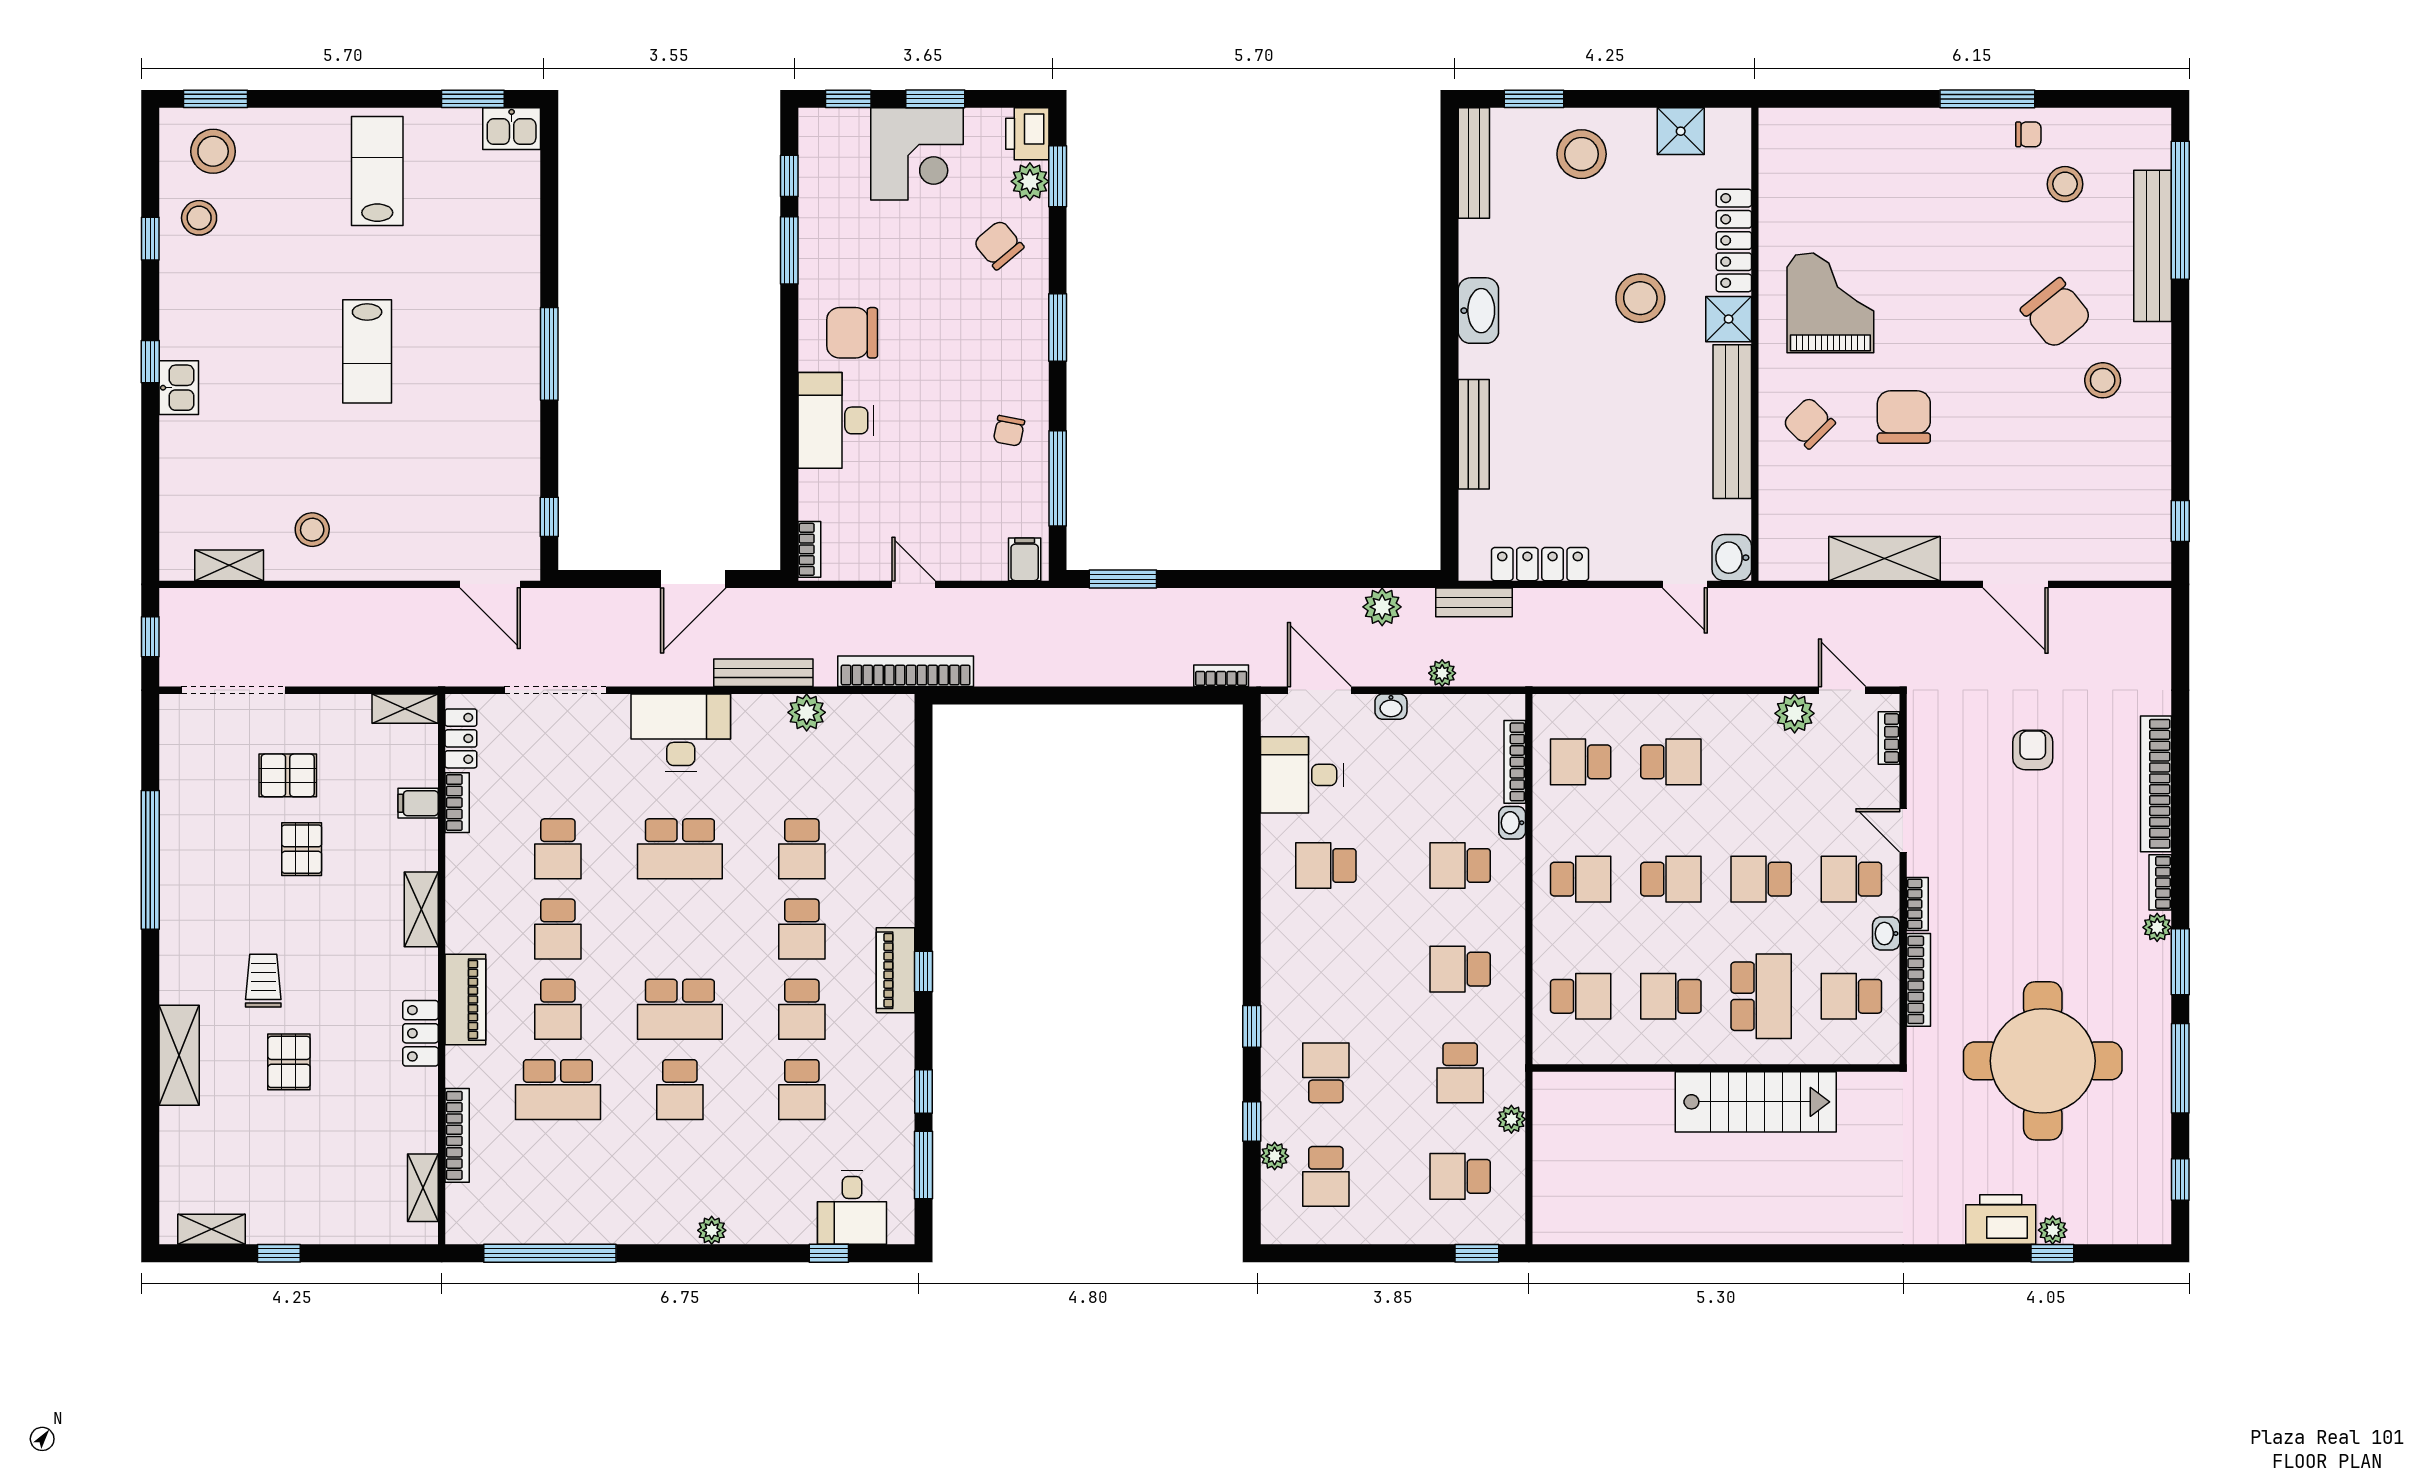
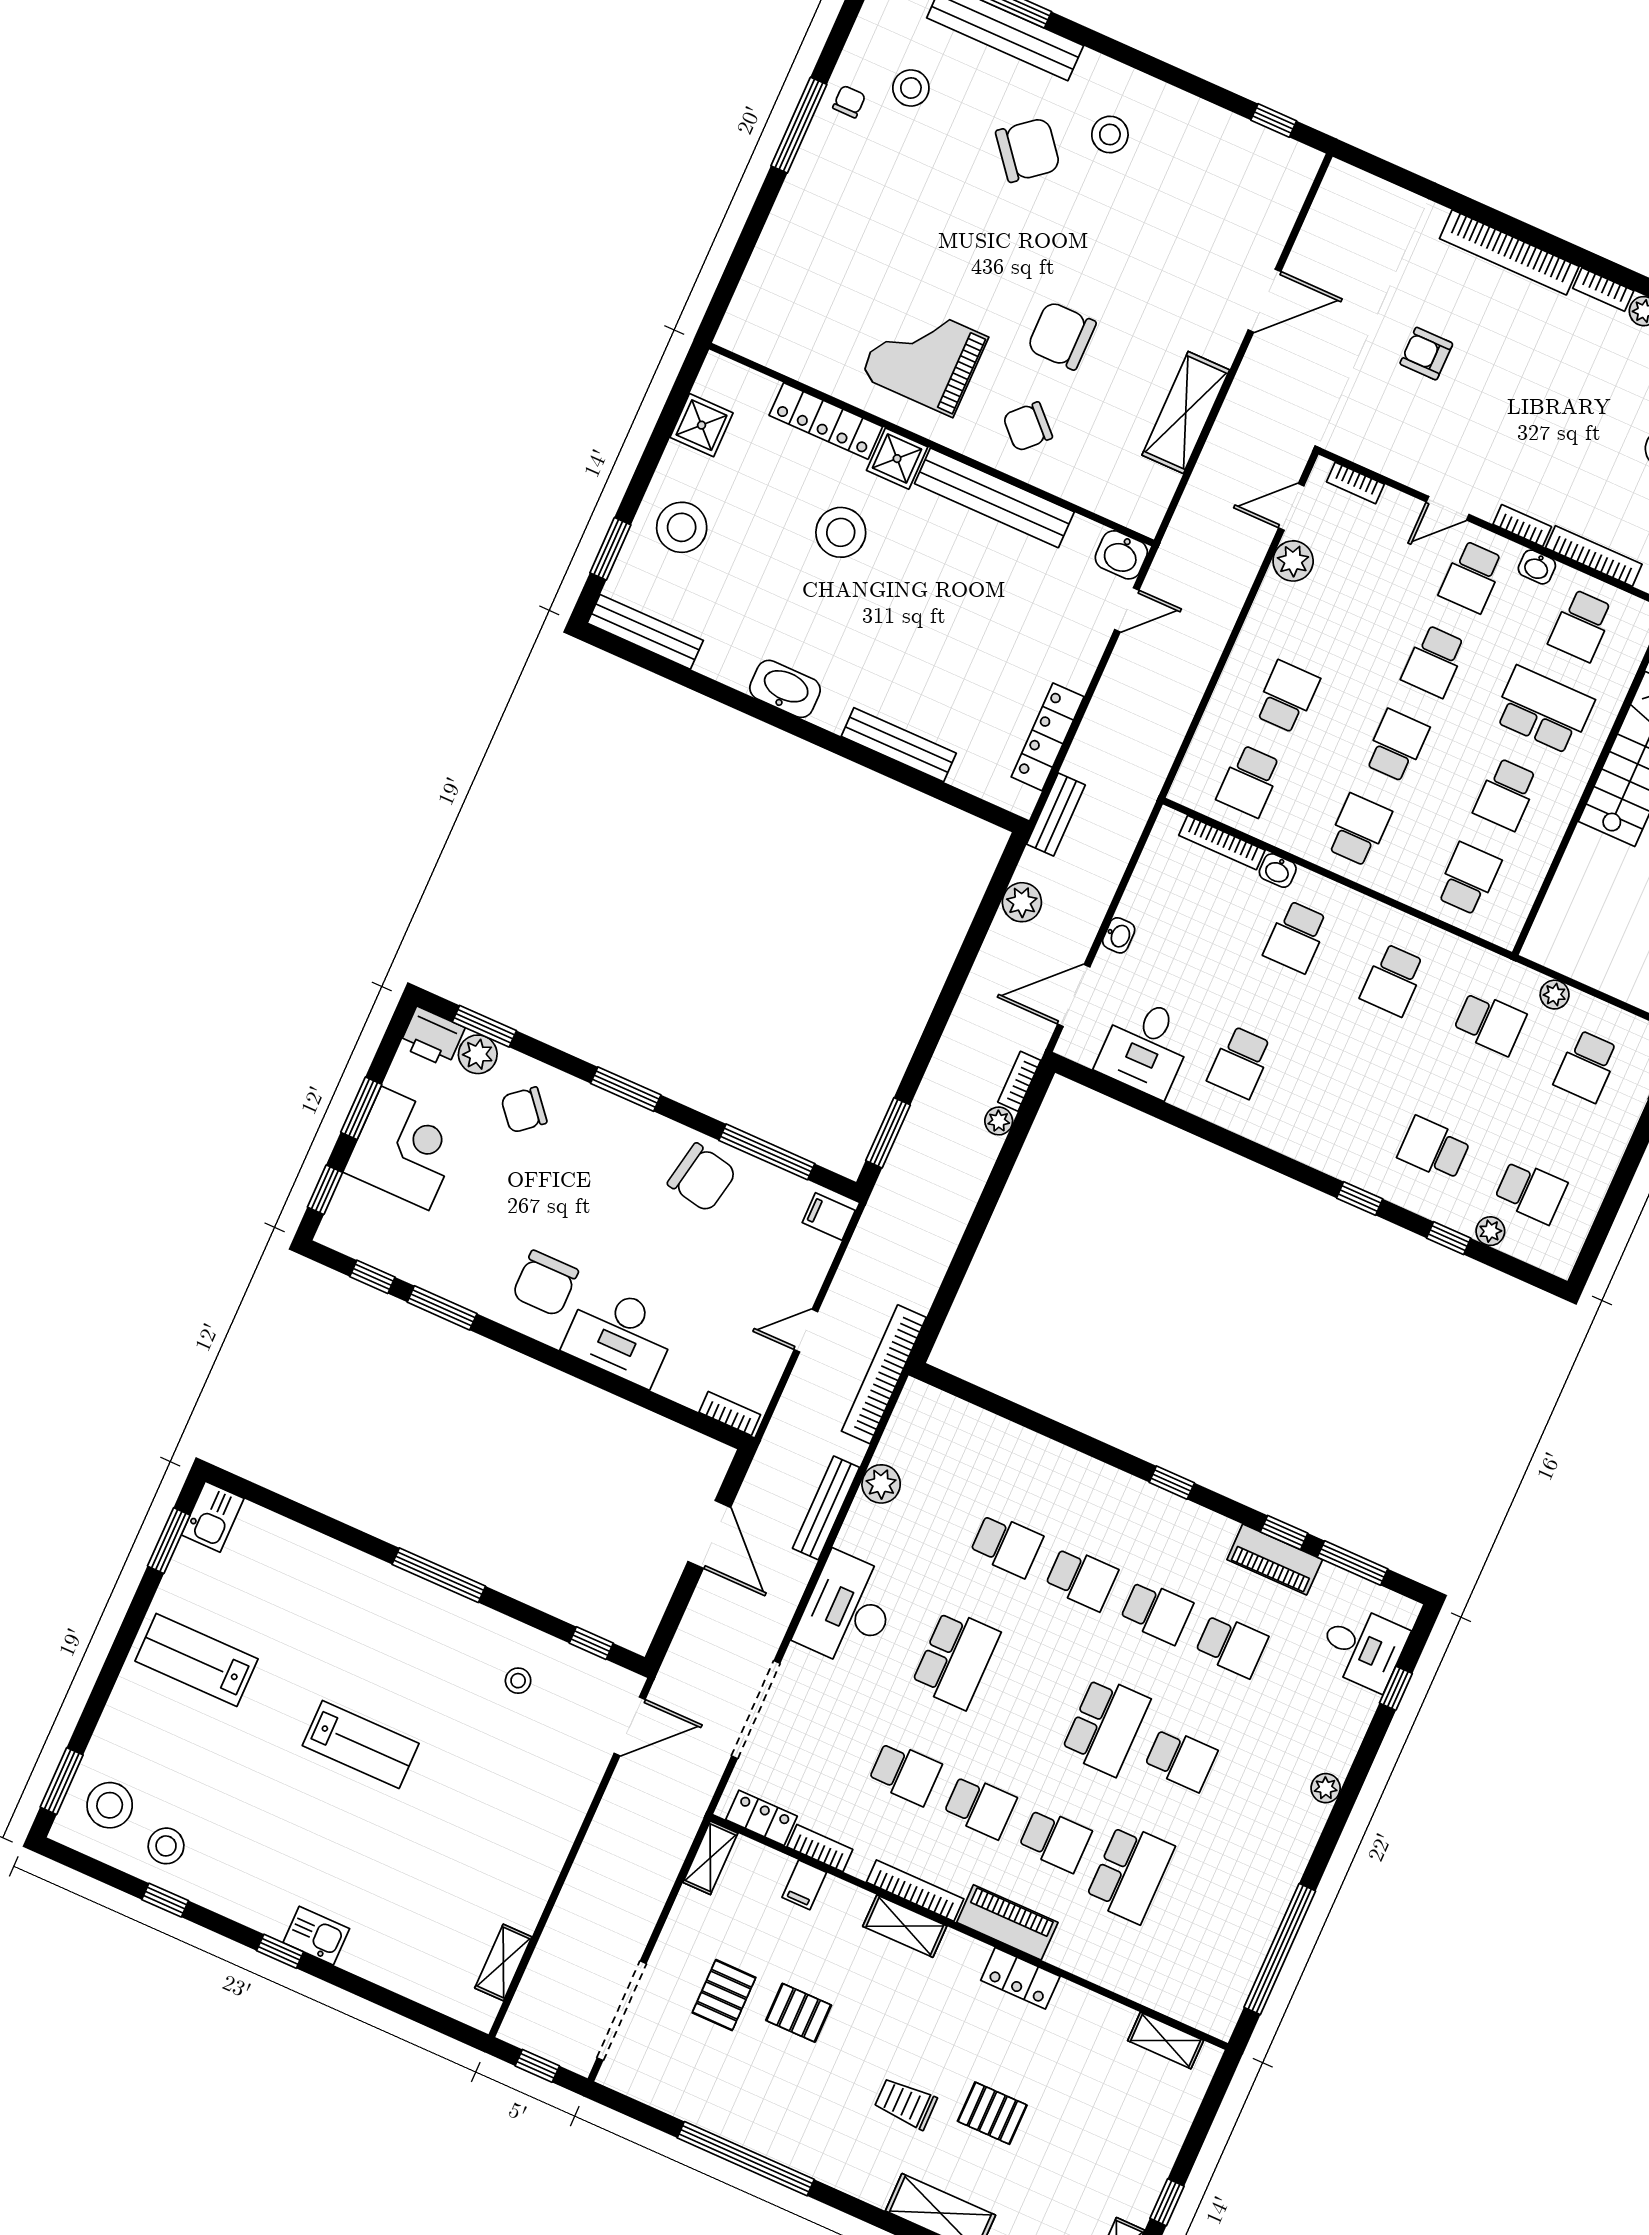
chair: (1009, 431) -> (702, 1178), width x1.87, depth x1.87
stool: (312, 530) -> (518, 1681), moved, width x0.73, depth x0.73
plant: (1442, 673) -> (999, 1121), moved
piano: (896, 970) -> (1275, 1560), moved
bookcase: (457, 1135) -> (915, 1891), moved

